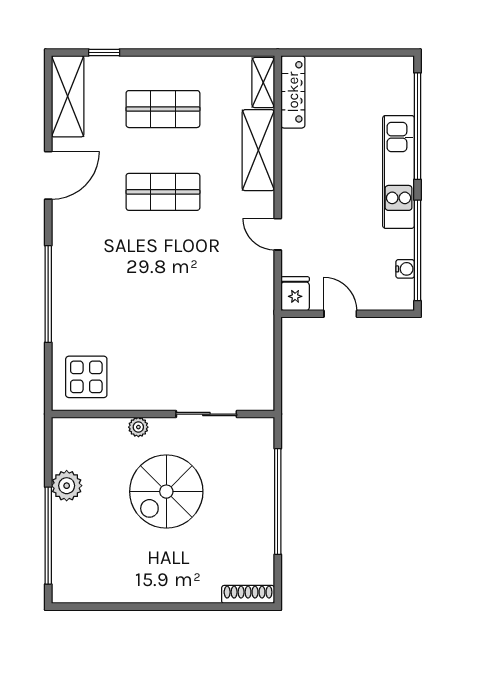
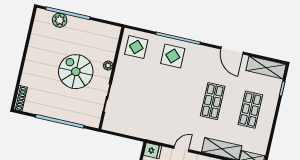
display table: (88, 296) -> (173, 56), added
plant: (67, 486) -> (60, 20), moved

